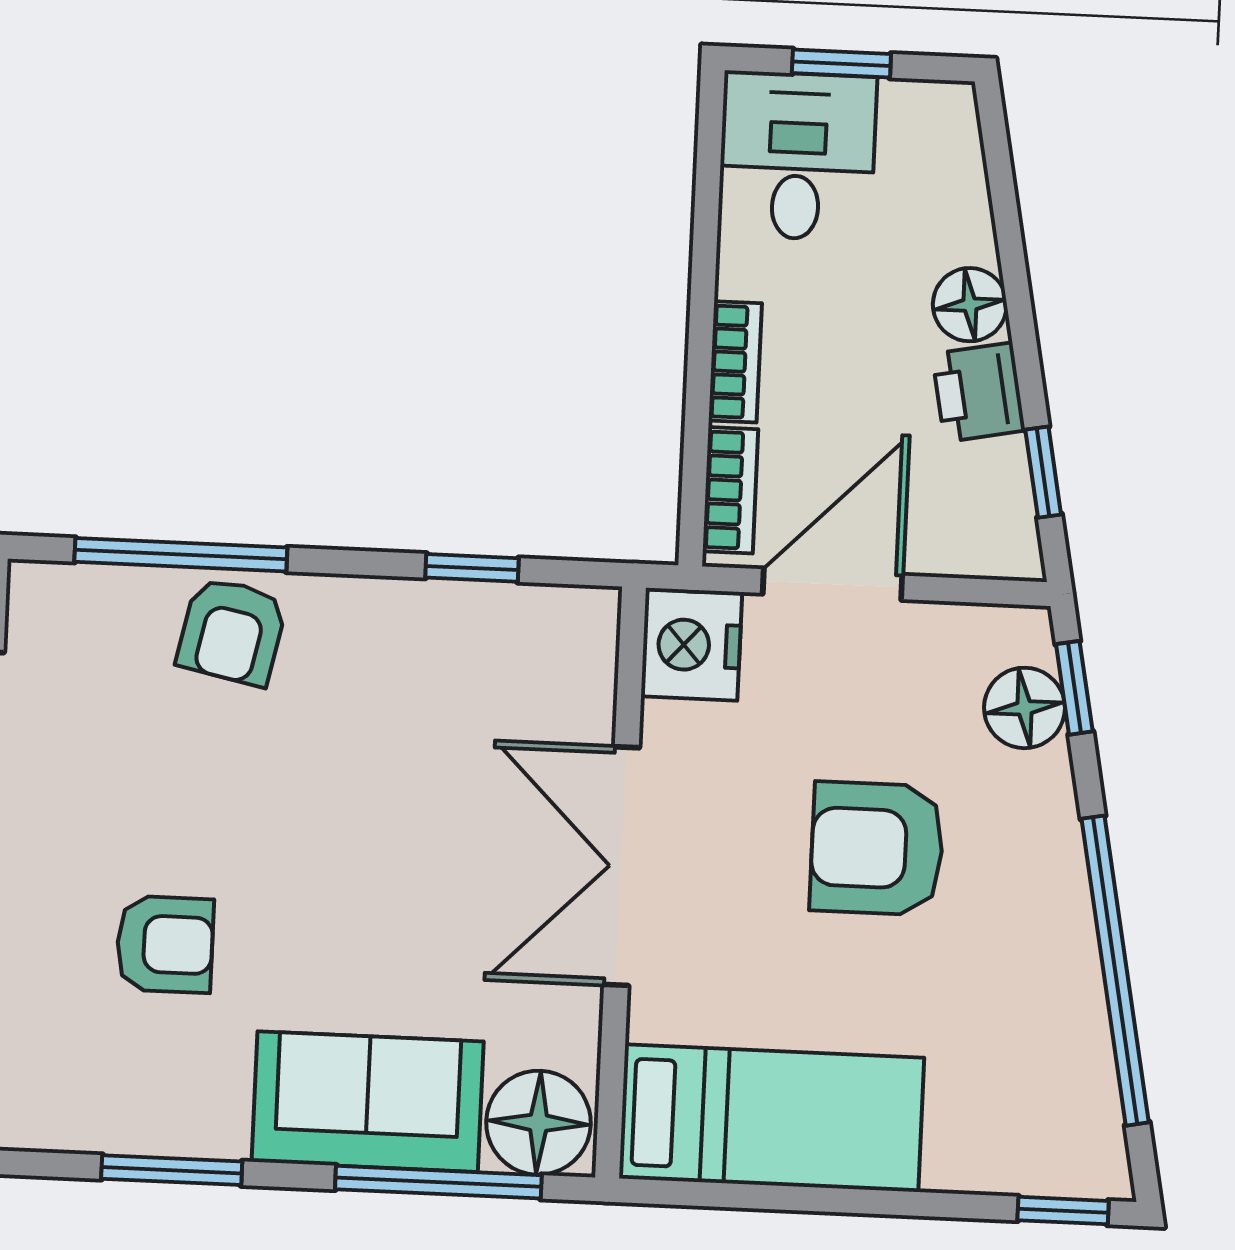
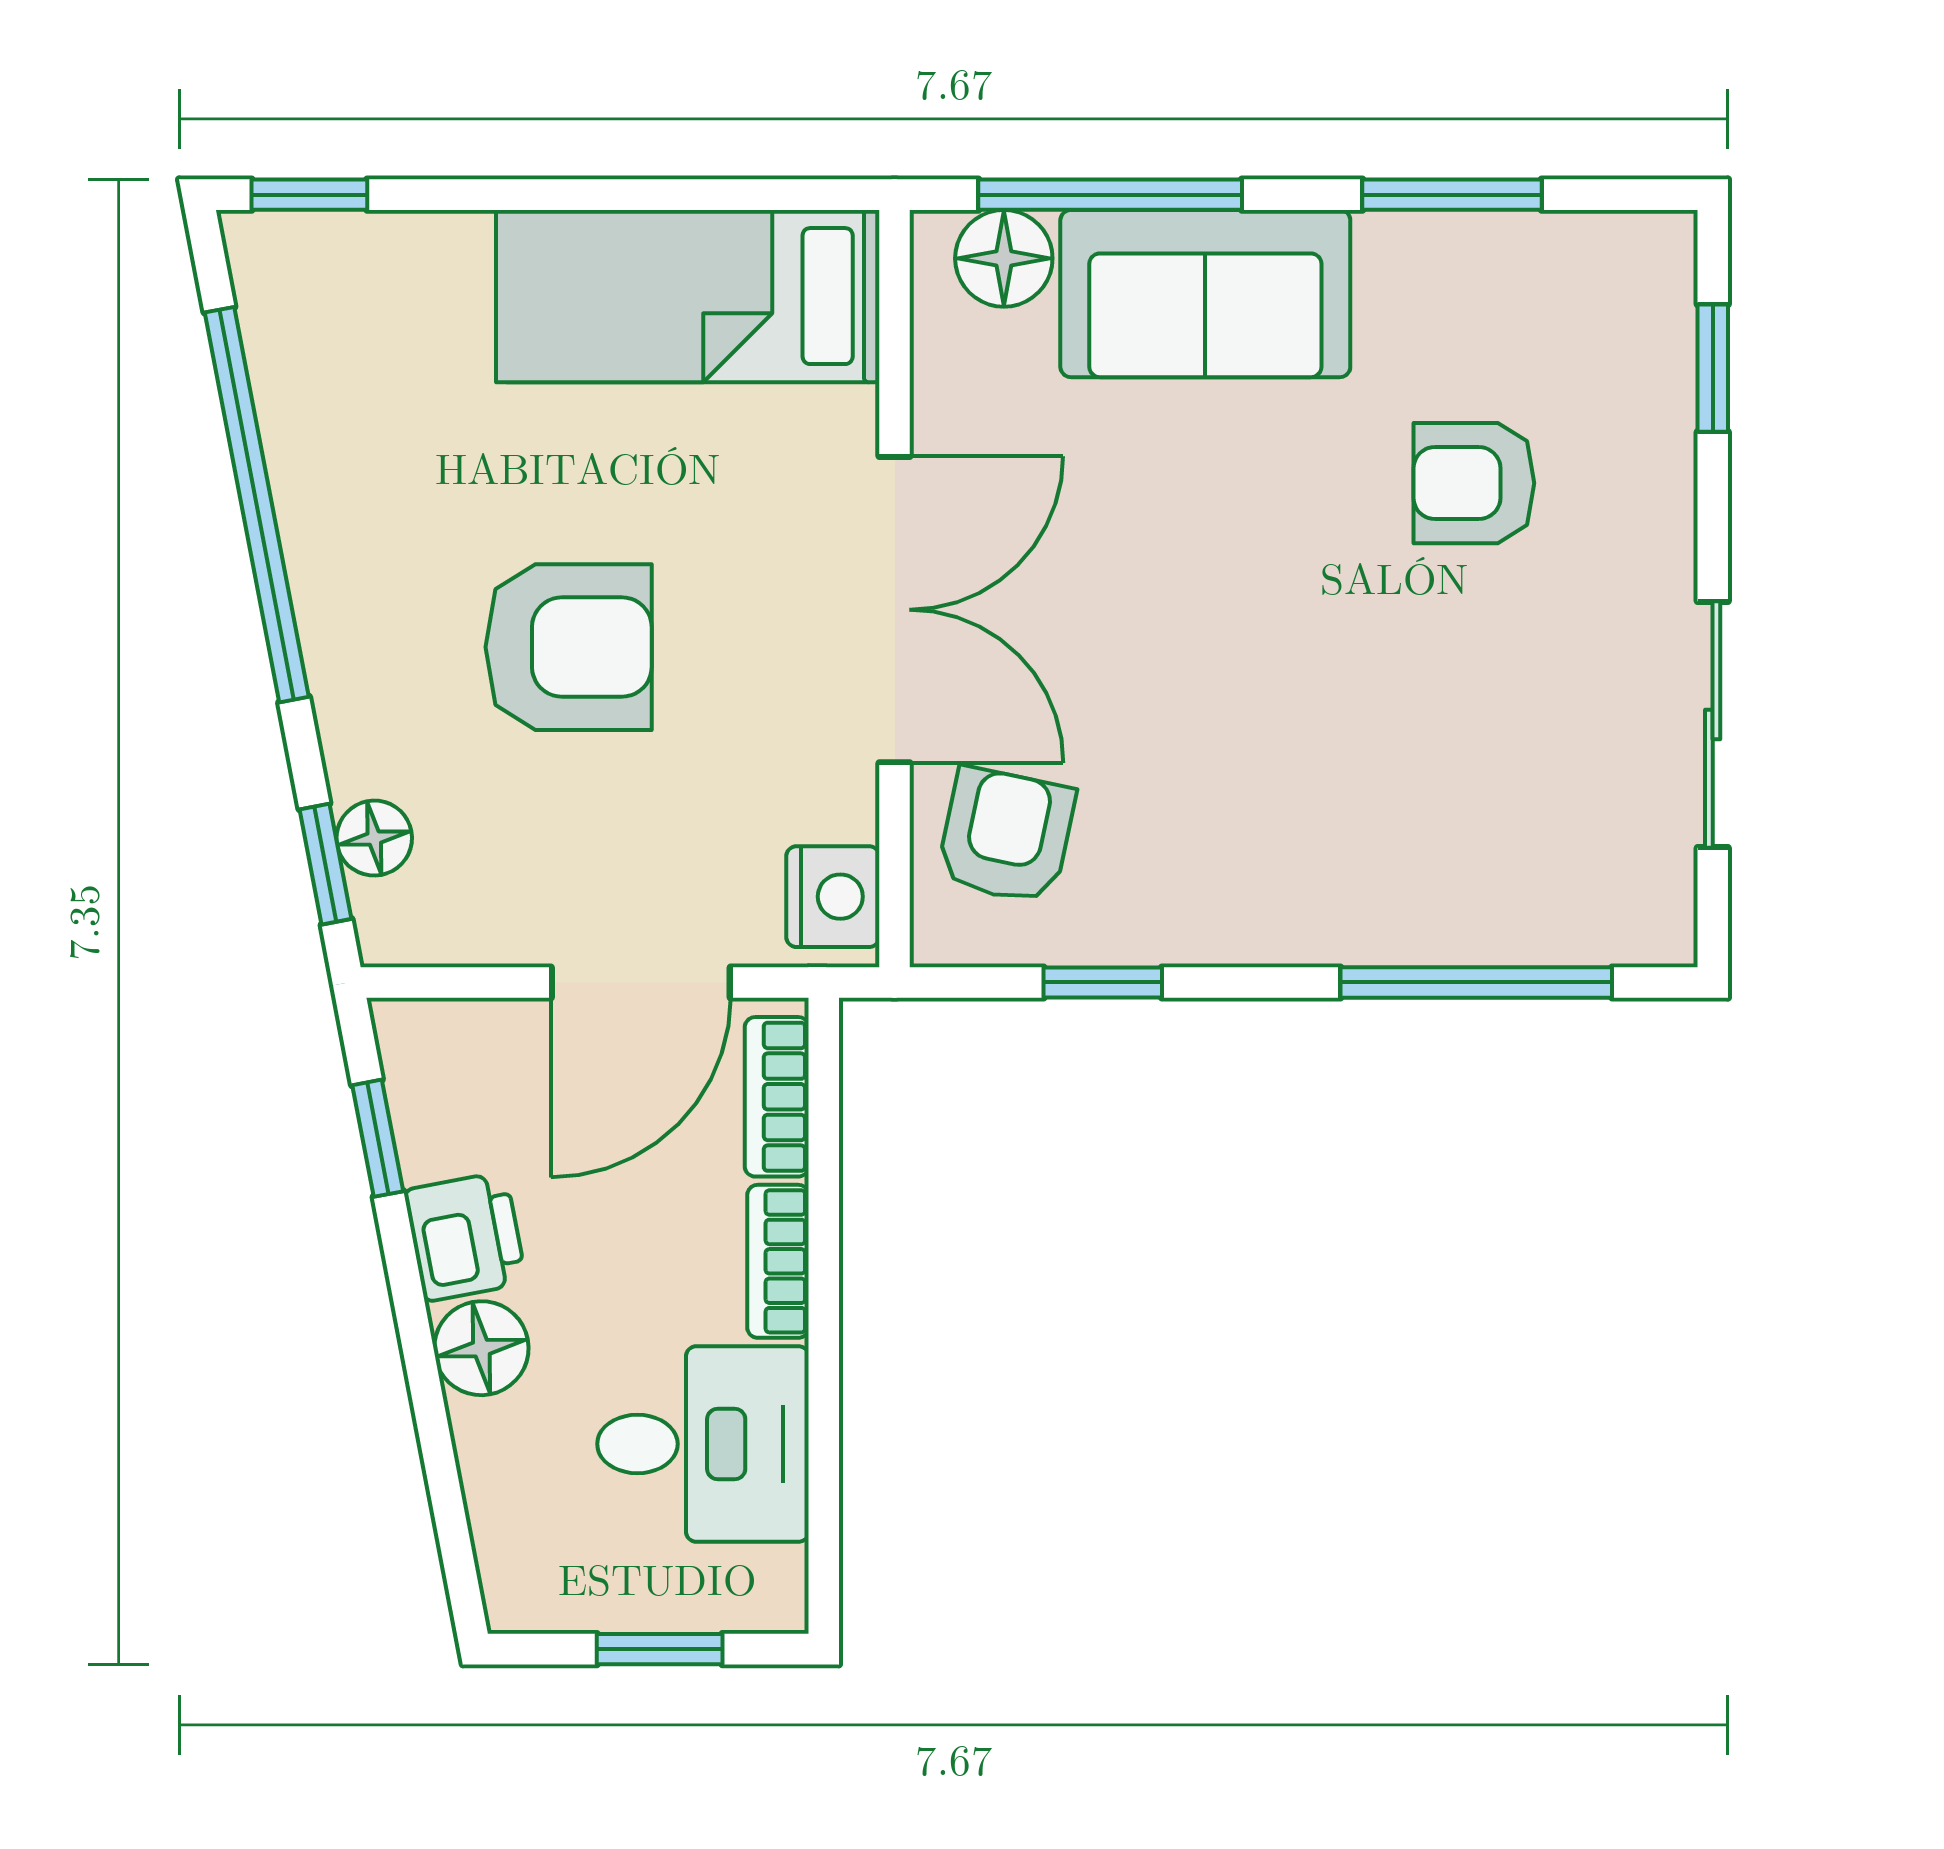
desk: (797, 156) -> (703, 1444), moved, turned -90
armchair: (232, 631) -> (1006, 836), moved
nightstand: (691, 645) -> (833, 897), width x0.74, depth x0.75
floor lamp: (1024, 708) -> (374, 838), width x0.73, depth x0.73
floor lamp: (538, 1123) -> (1004, 258), width x0.73, depth x0.73

